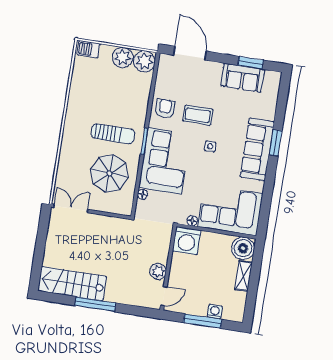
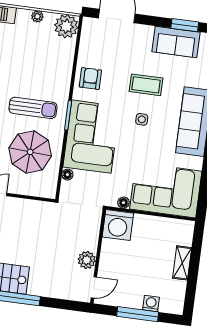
plant: (123, 57) -> (37, 16), width x0.53, depth x0.53
coffee table: (198, 115) -> (146, 85), moved
boiler: (243, 248) -> (181, 232), removed

